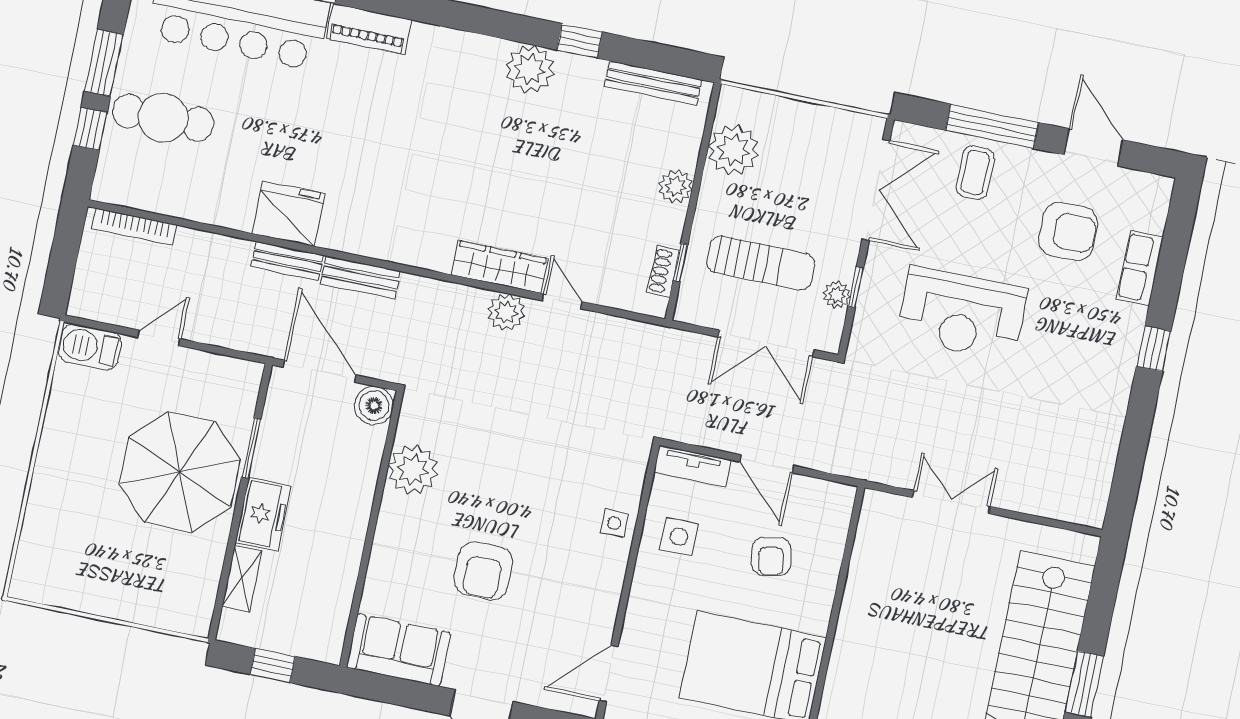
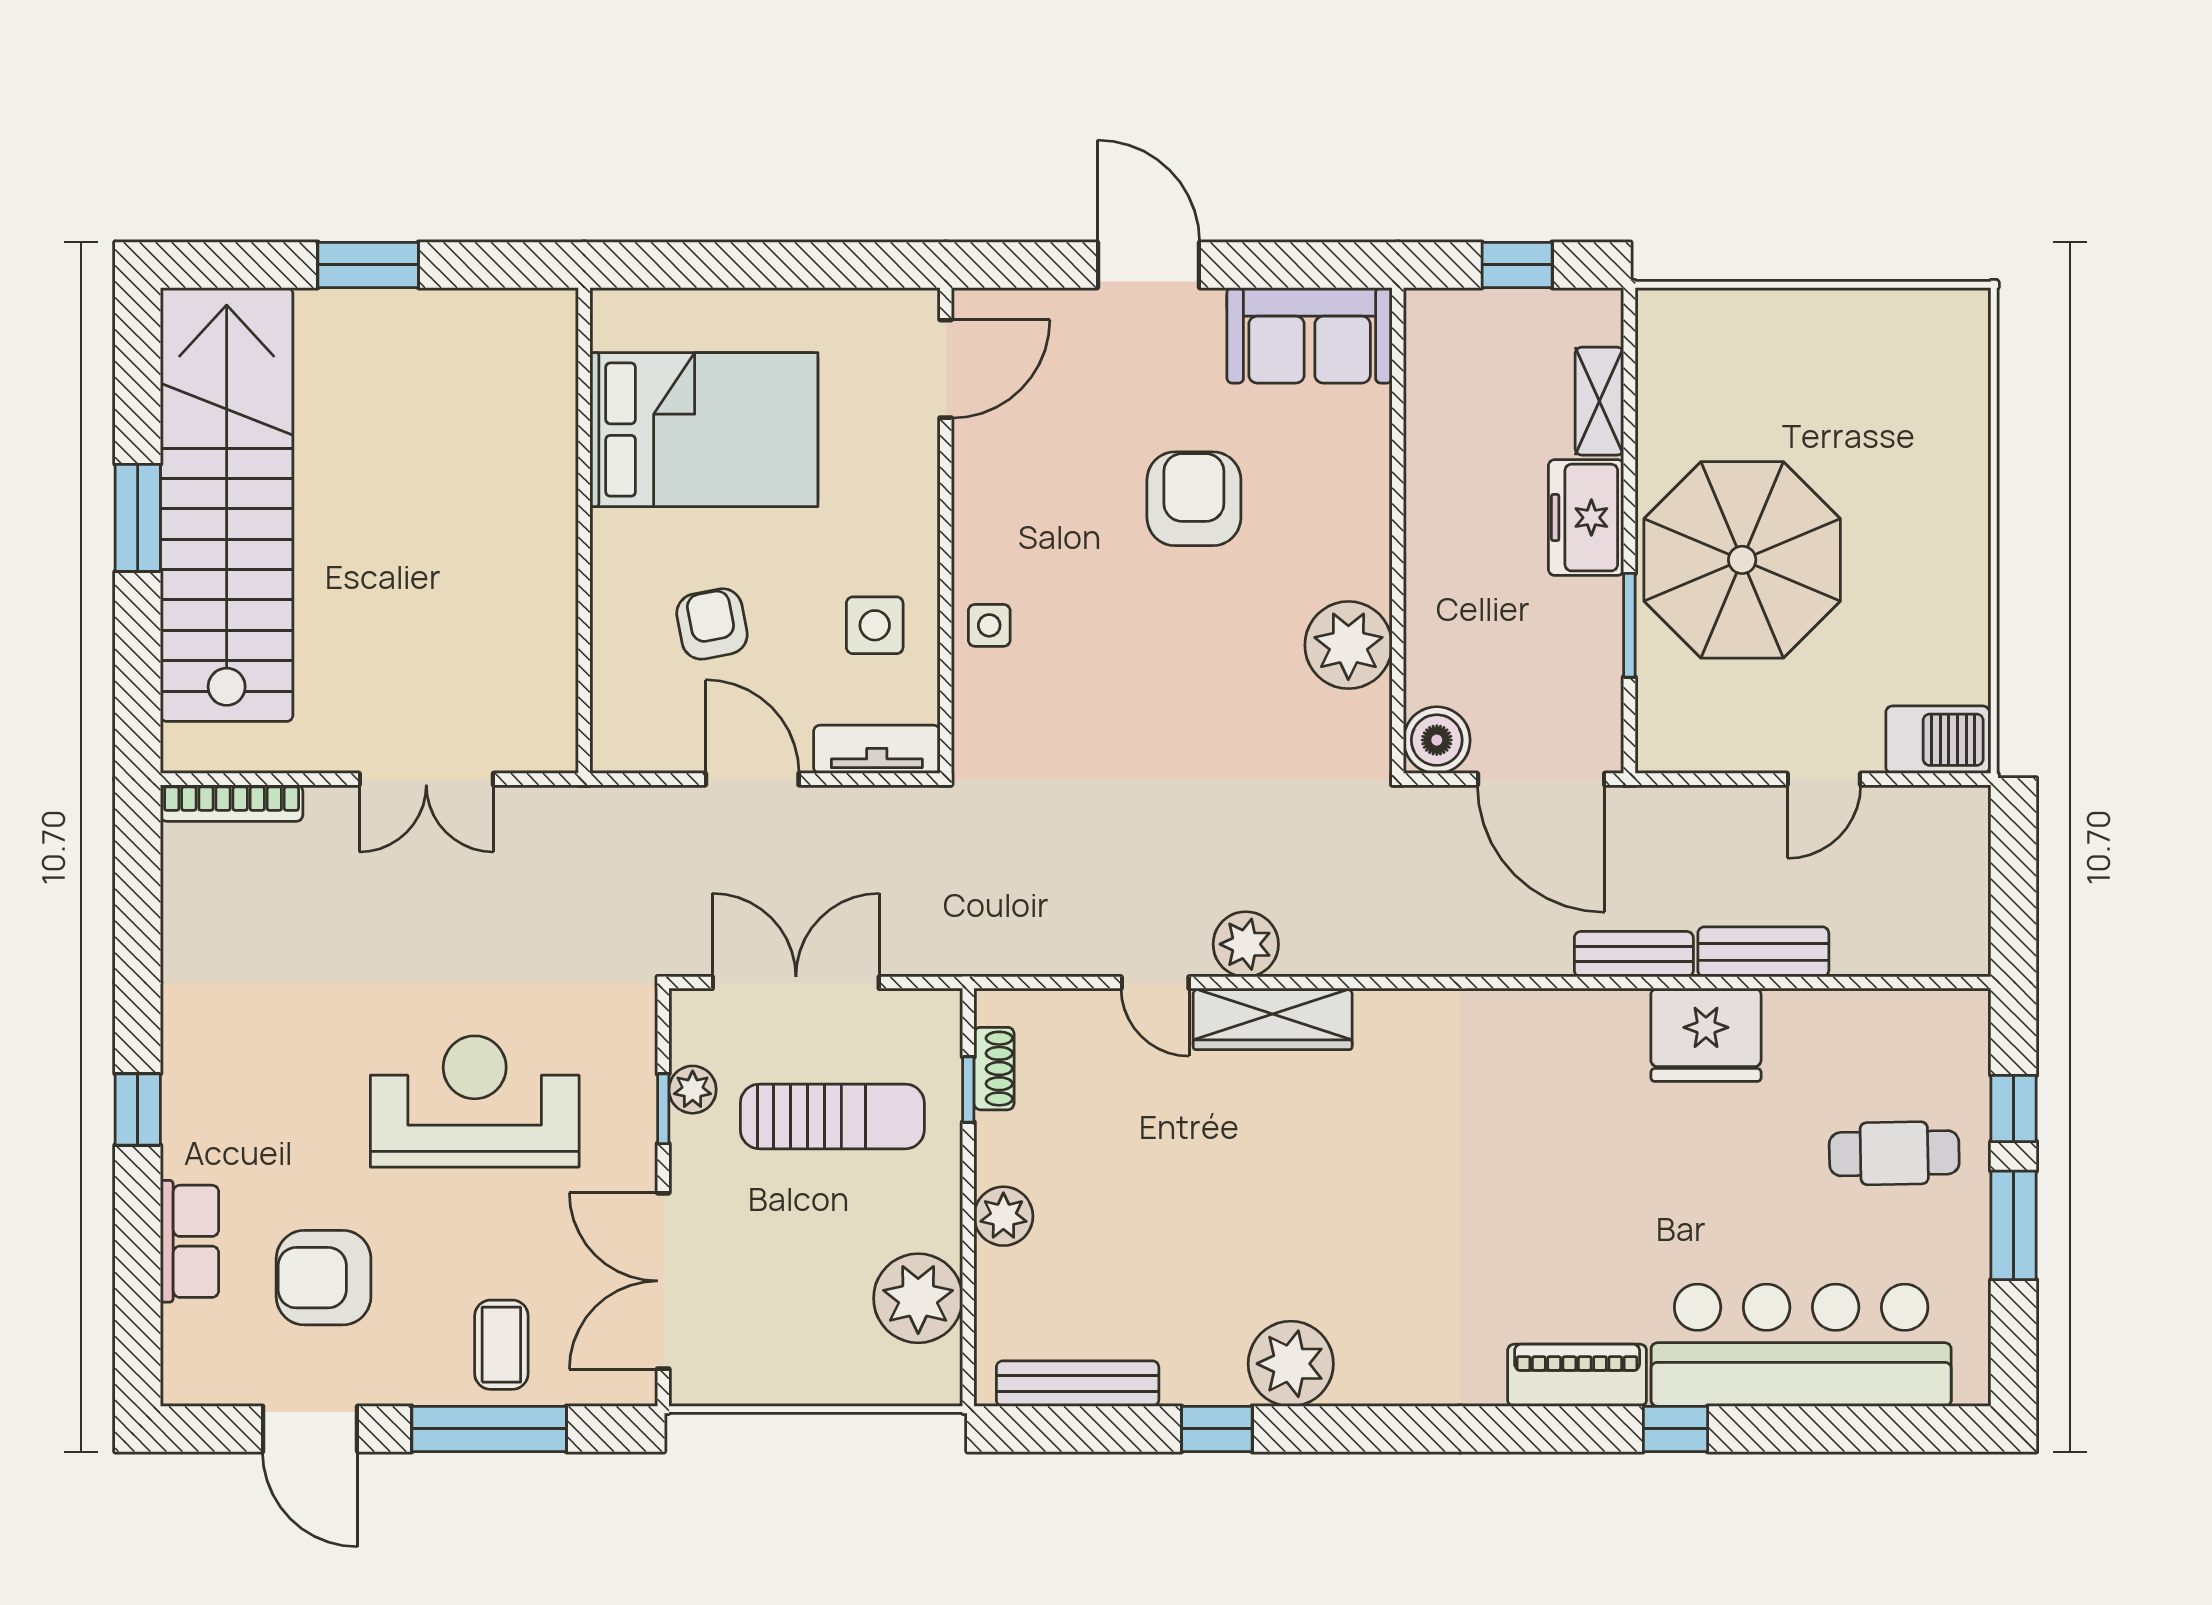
cafe table: (163, 118) -> (1894, 1153), width x0.73, depth x0.74
fridge: (288, 214) -> (1706, 1035), moved
bookcase: (134, 227) -> (232, 803), moved, turned 180
sun lounger: (761, 263) -> (832, 1116), turned 180
bench: (360, 278) -> (1763, 952), moved

